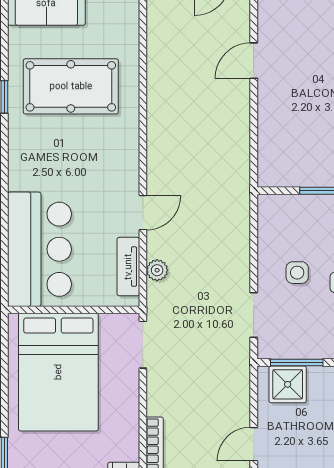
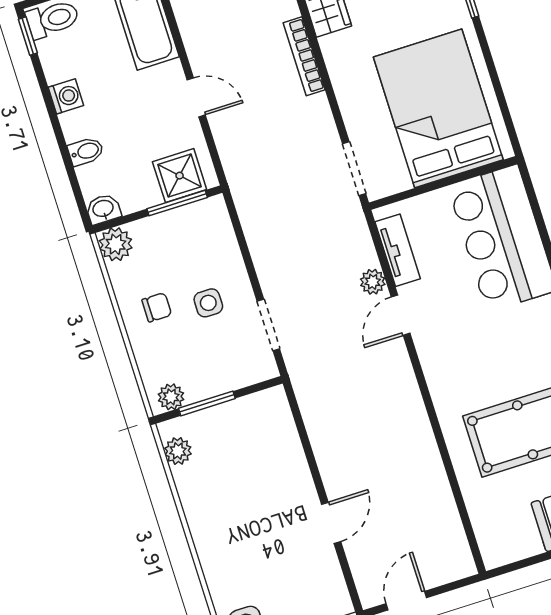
plant: (157, 270) -> (373, 282), moved
doorway: (254, 315) -> (268, 325), moved
door: (254, 444) -> (196, 97), hinge flipped

